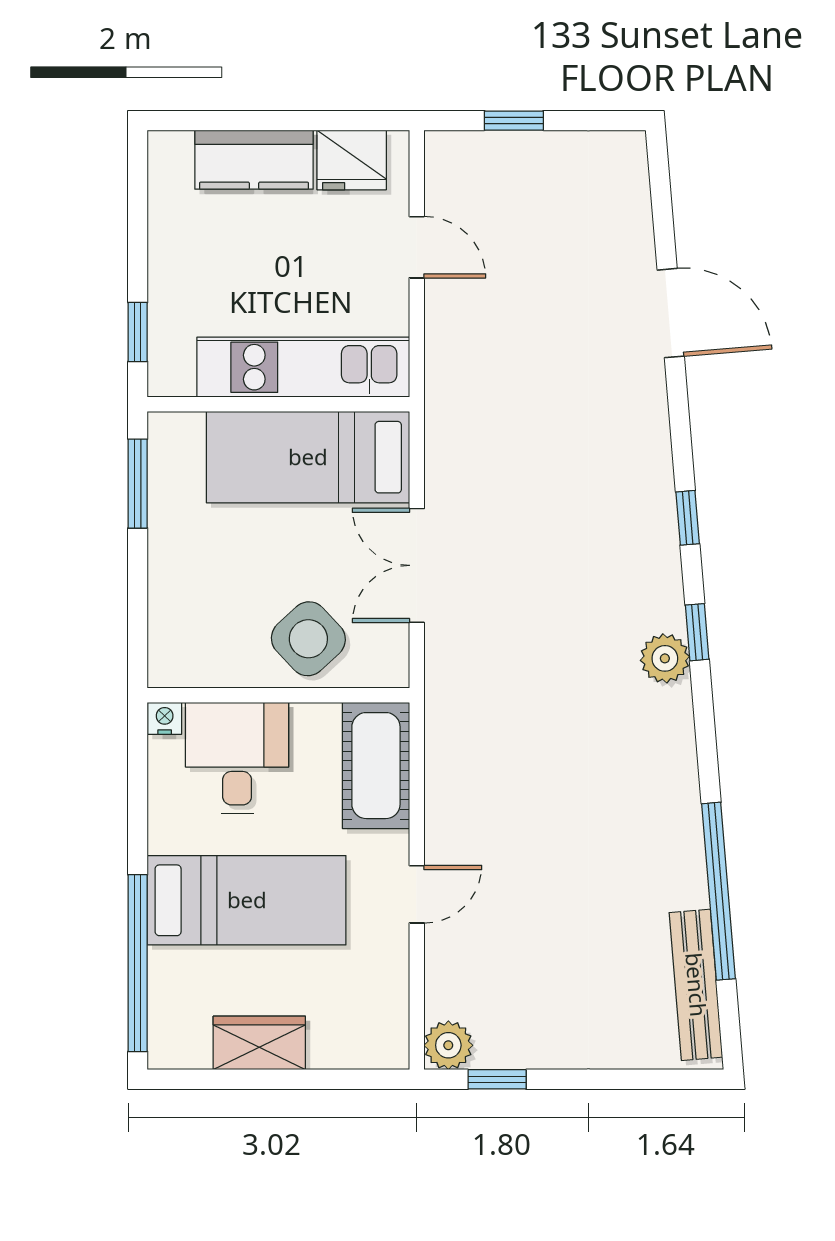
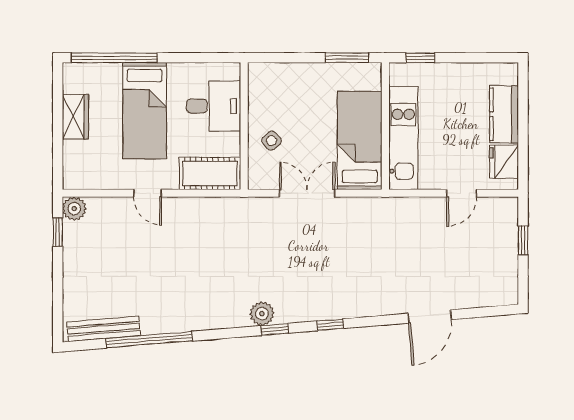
side table: (308, 639) -> (272, 141), width x0.54, depth x0.54
nightstand: (165, 718) -> (233, 71), removed

